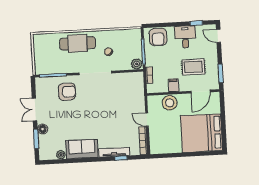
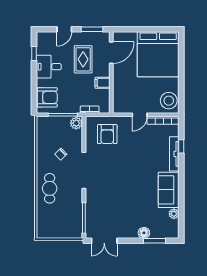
door: (218, 36) -> (64, 29), moved
cafe table: (78, 43) -> (50, 188), width x0.73, depth x0.74
armchair: (67, 92) -> (107, 134), moved, turned 180
door: (201, 92) -> (111, 53), hinge flipped
stool: (170, 103) -> (169, 101), moved
double door: (34, 110) -> (104, 241), moved

